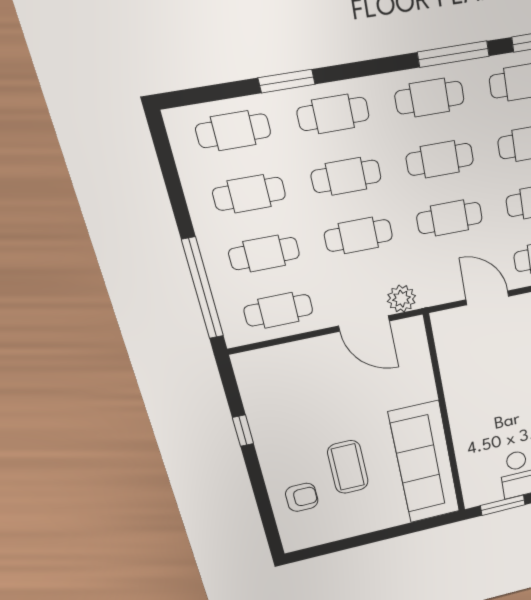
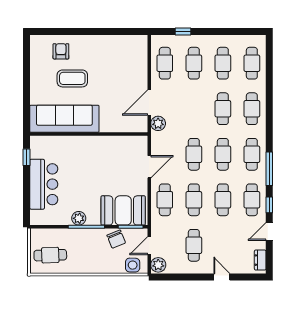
window: (287, 81) -> (269, 91), removed
cafe table: (358, 236) -> (194, 109), removed
window: (203, 288) -> (183, 31), width x0.32
window: (243, 431) -> (106, 31), removed
armchair: (302, 497) -> (61, 51), turned 180
window: (503, 505) -> (26, 157), width x0.67

